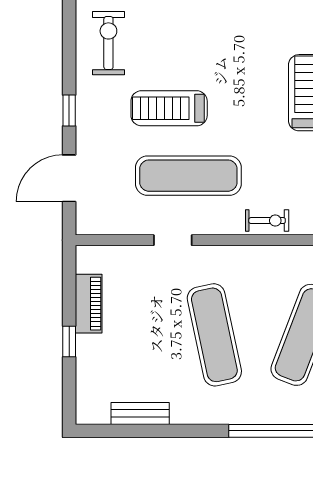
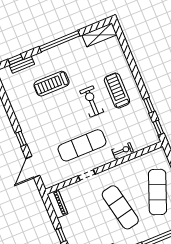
exercise bike: (108, 43) -> (92, 101), moved
treadmill: (169, 108) -> (51, 84), moved
piano: (89, 304) -> (57, 204), moved

